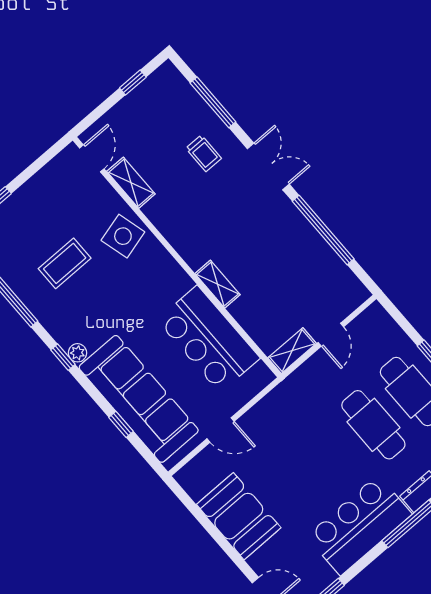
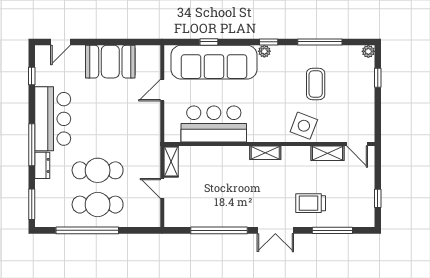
trolley: (204, 153) -> (311, 203), width x1.36, depth x1.39
side table: (123, 236) -> (304, 126), turned 36
shelving: (218, 284) -> (265, 153), moved

